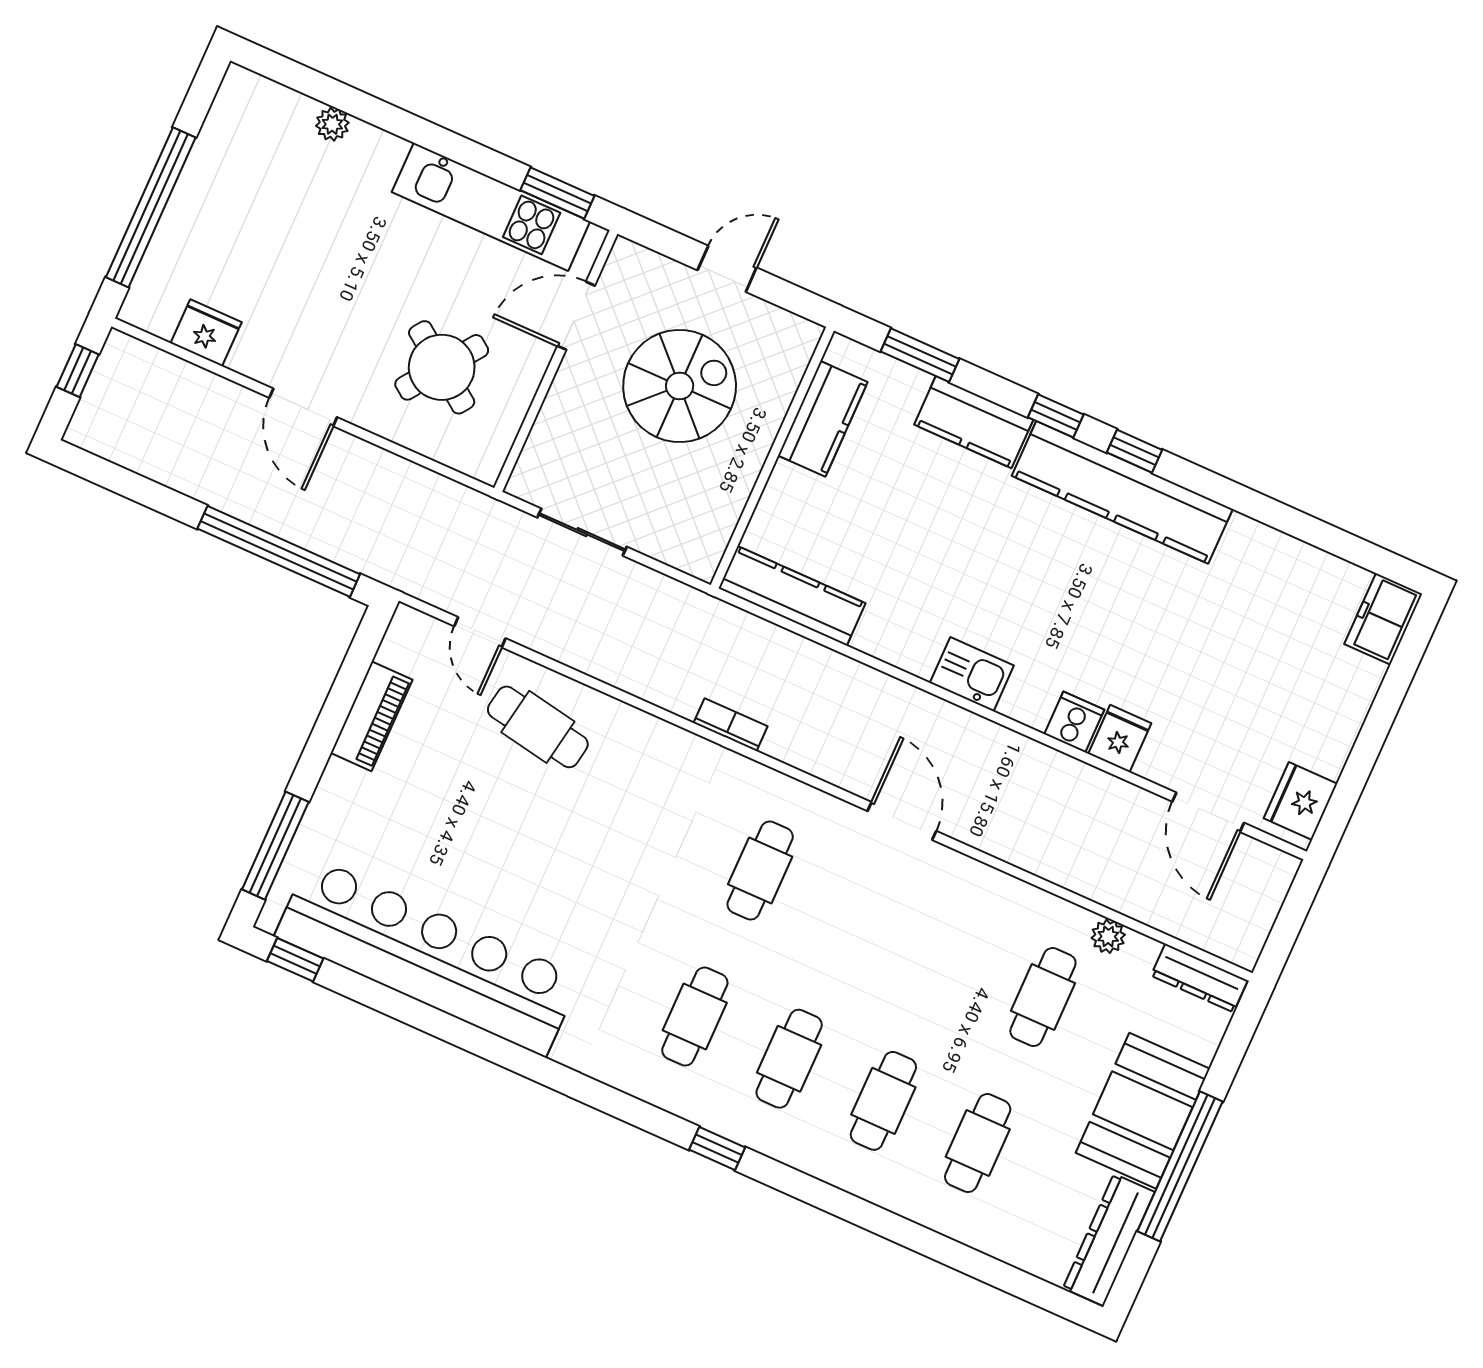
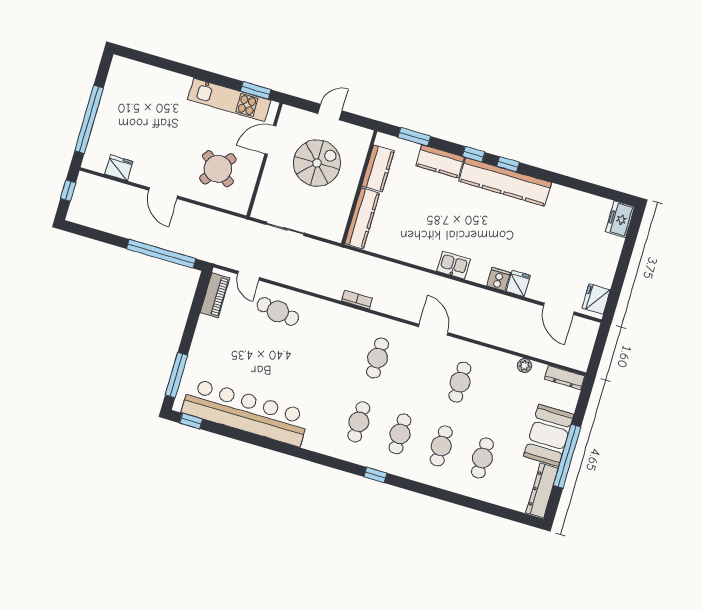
plant: (332, 124) -> (159, 75), removed
kitchen counter: (792, 596) -> (362, 218), moved, turned 90
piano: (371, 716) -> (215, 295), moved
cafe table: (1043, 997) -> (460, 382), moved

